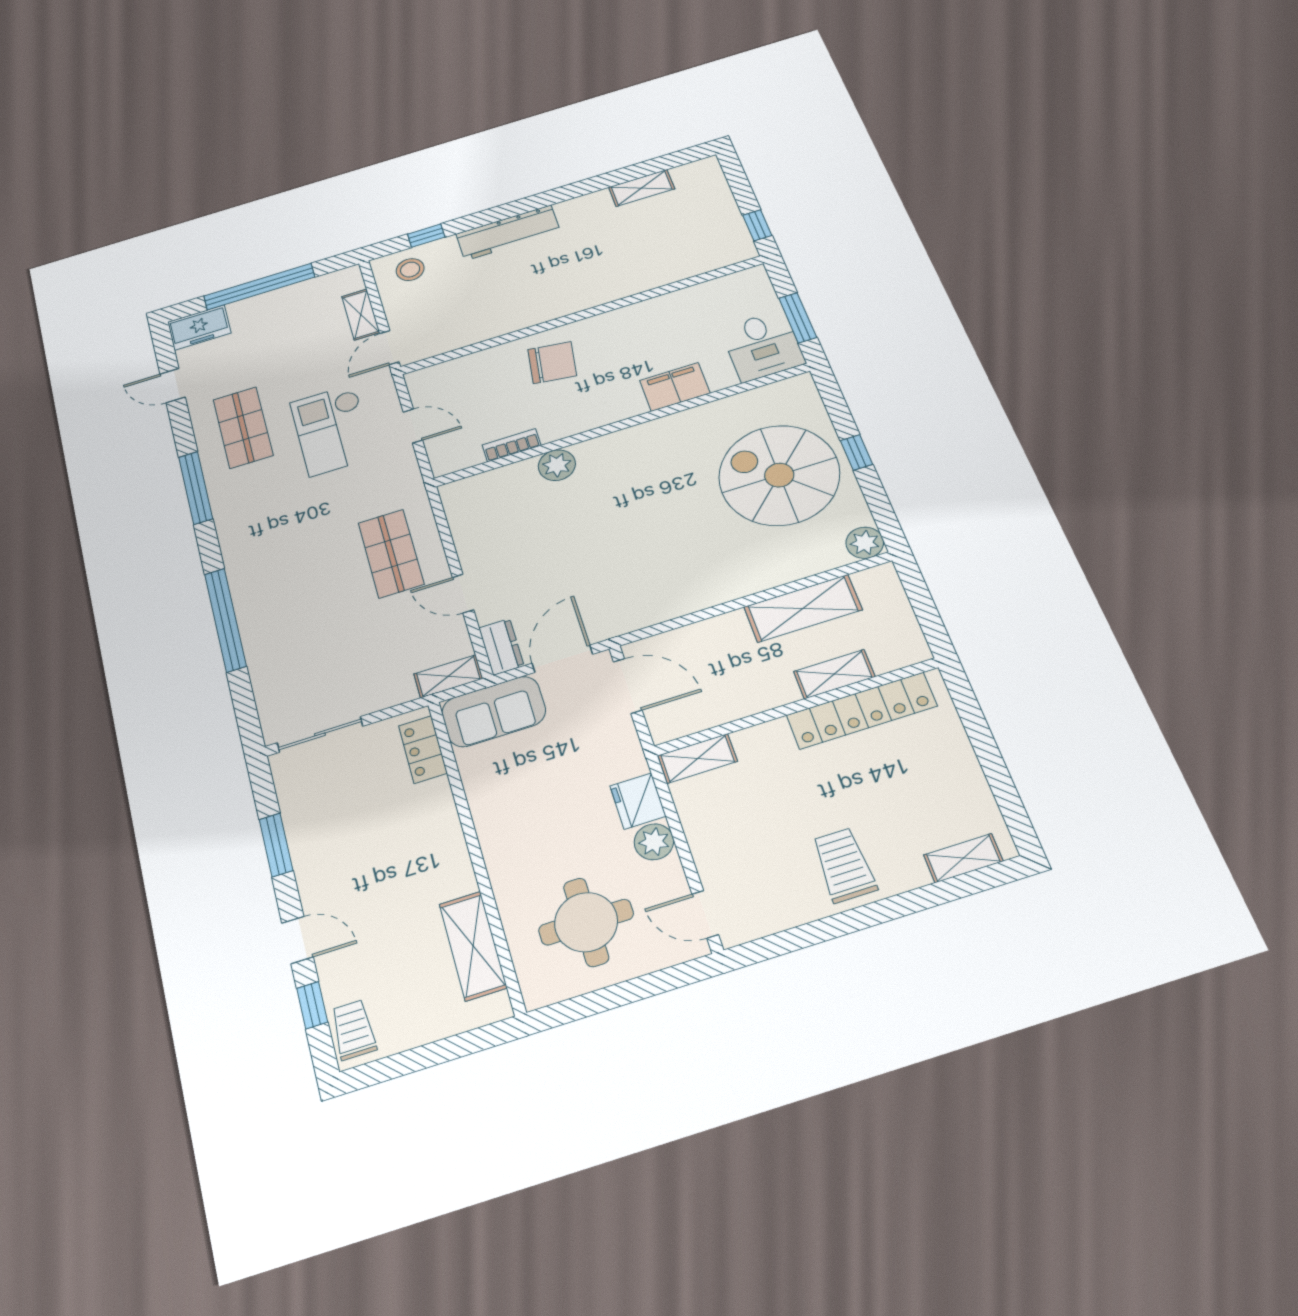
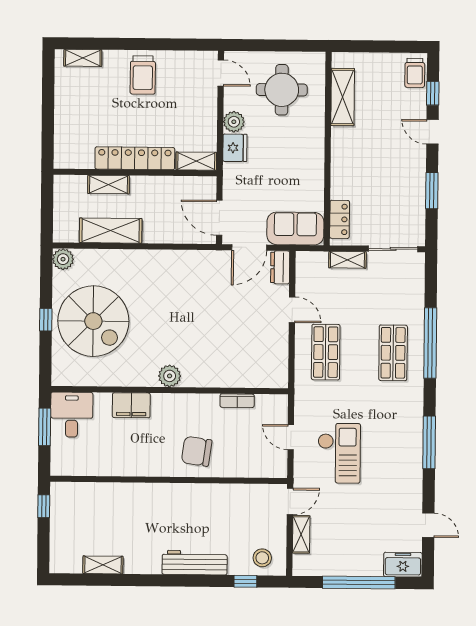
shop shelf: (243, 427) -> (393, 353), moved
plant: (557, 465) -> (170, 376), moved
shelving: (448, 676) -> (347, 260), moved
locker: (862, 711) -> (135, 158), moved

